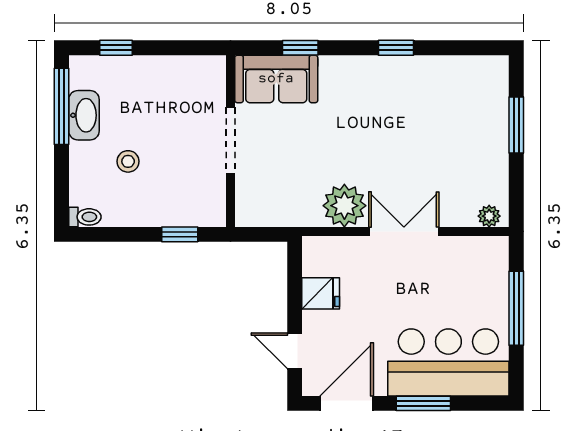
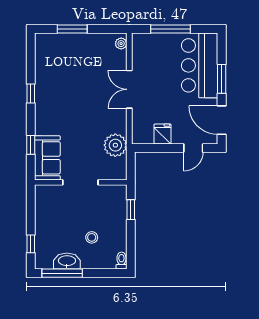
plant: (344, 206) -> (115, 145), moved

